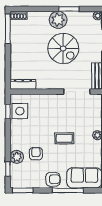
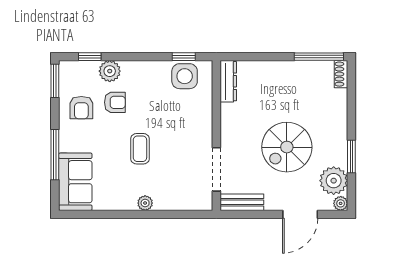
plant: (58, 20) -> (334, 181), moved
armchair: (53, 179) -> (81, 108), moved

